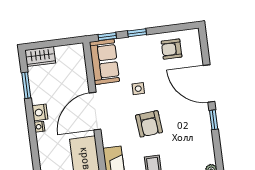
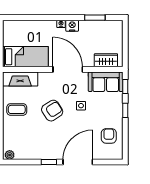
wardrobe: (40, 57) -> (106, 60), moved, turned 90
armchair: (149, 124) -> (52, 111), turned 152

